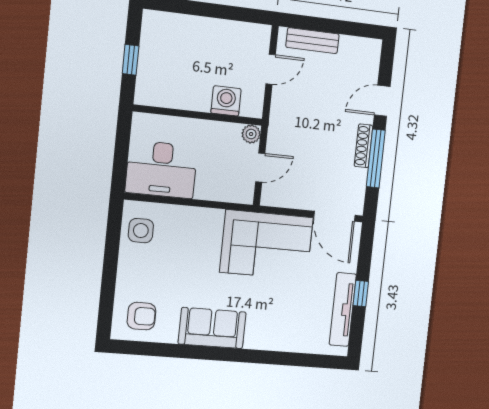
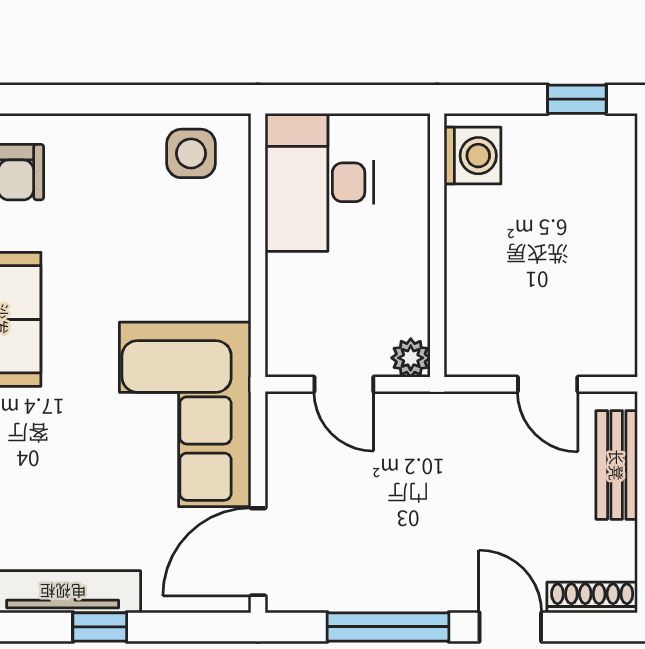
window: (131, 60) -> (577, 99), moved
washing machine: (226, 101) -> (473, 156), moved
shoe rack: (363, 146) -> (592, 597), moved

